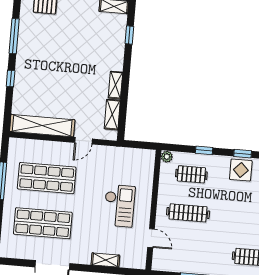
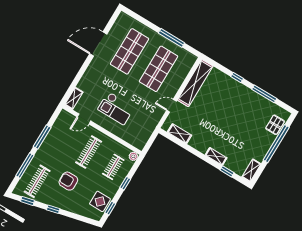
shelving: (115, 85) -> (216, 156), moved
door: (83, 141) -> (171, 106), hinge flipped
armchair: (235, 220) -> (68, 181), added
shelving: (105, 260) -> (74, 98), moved

